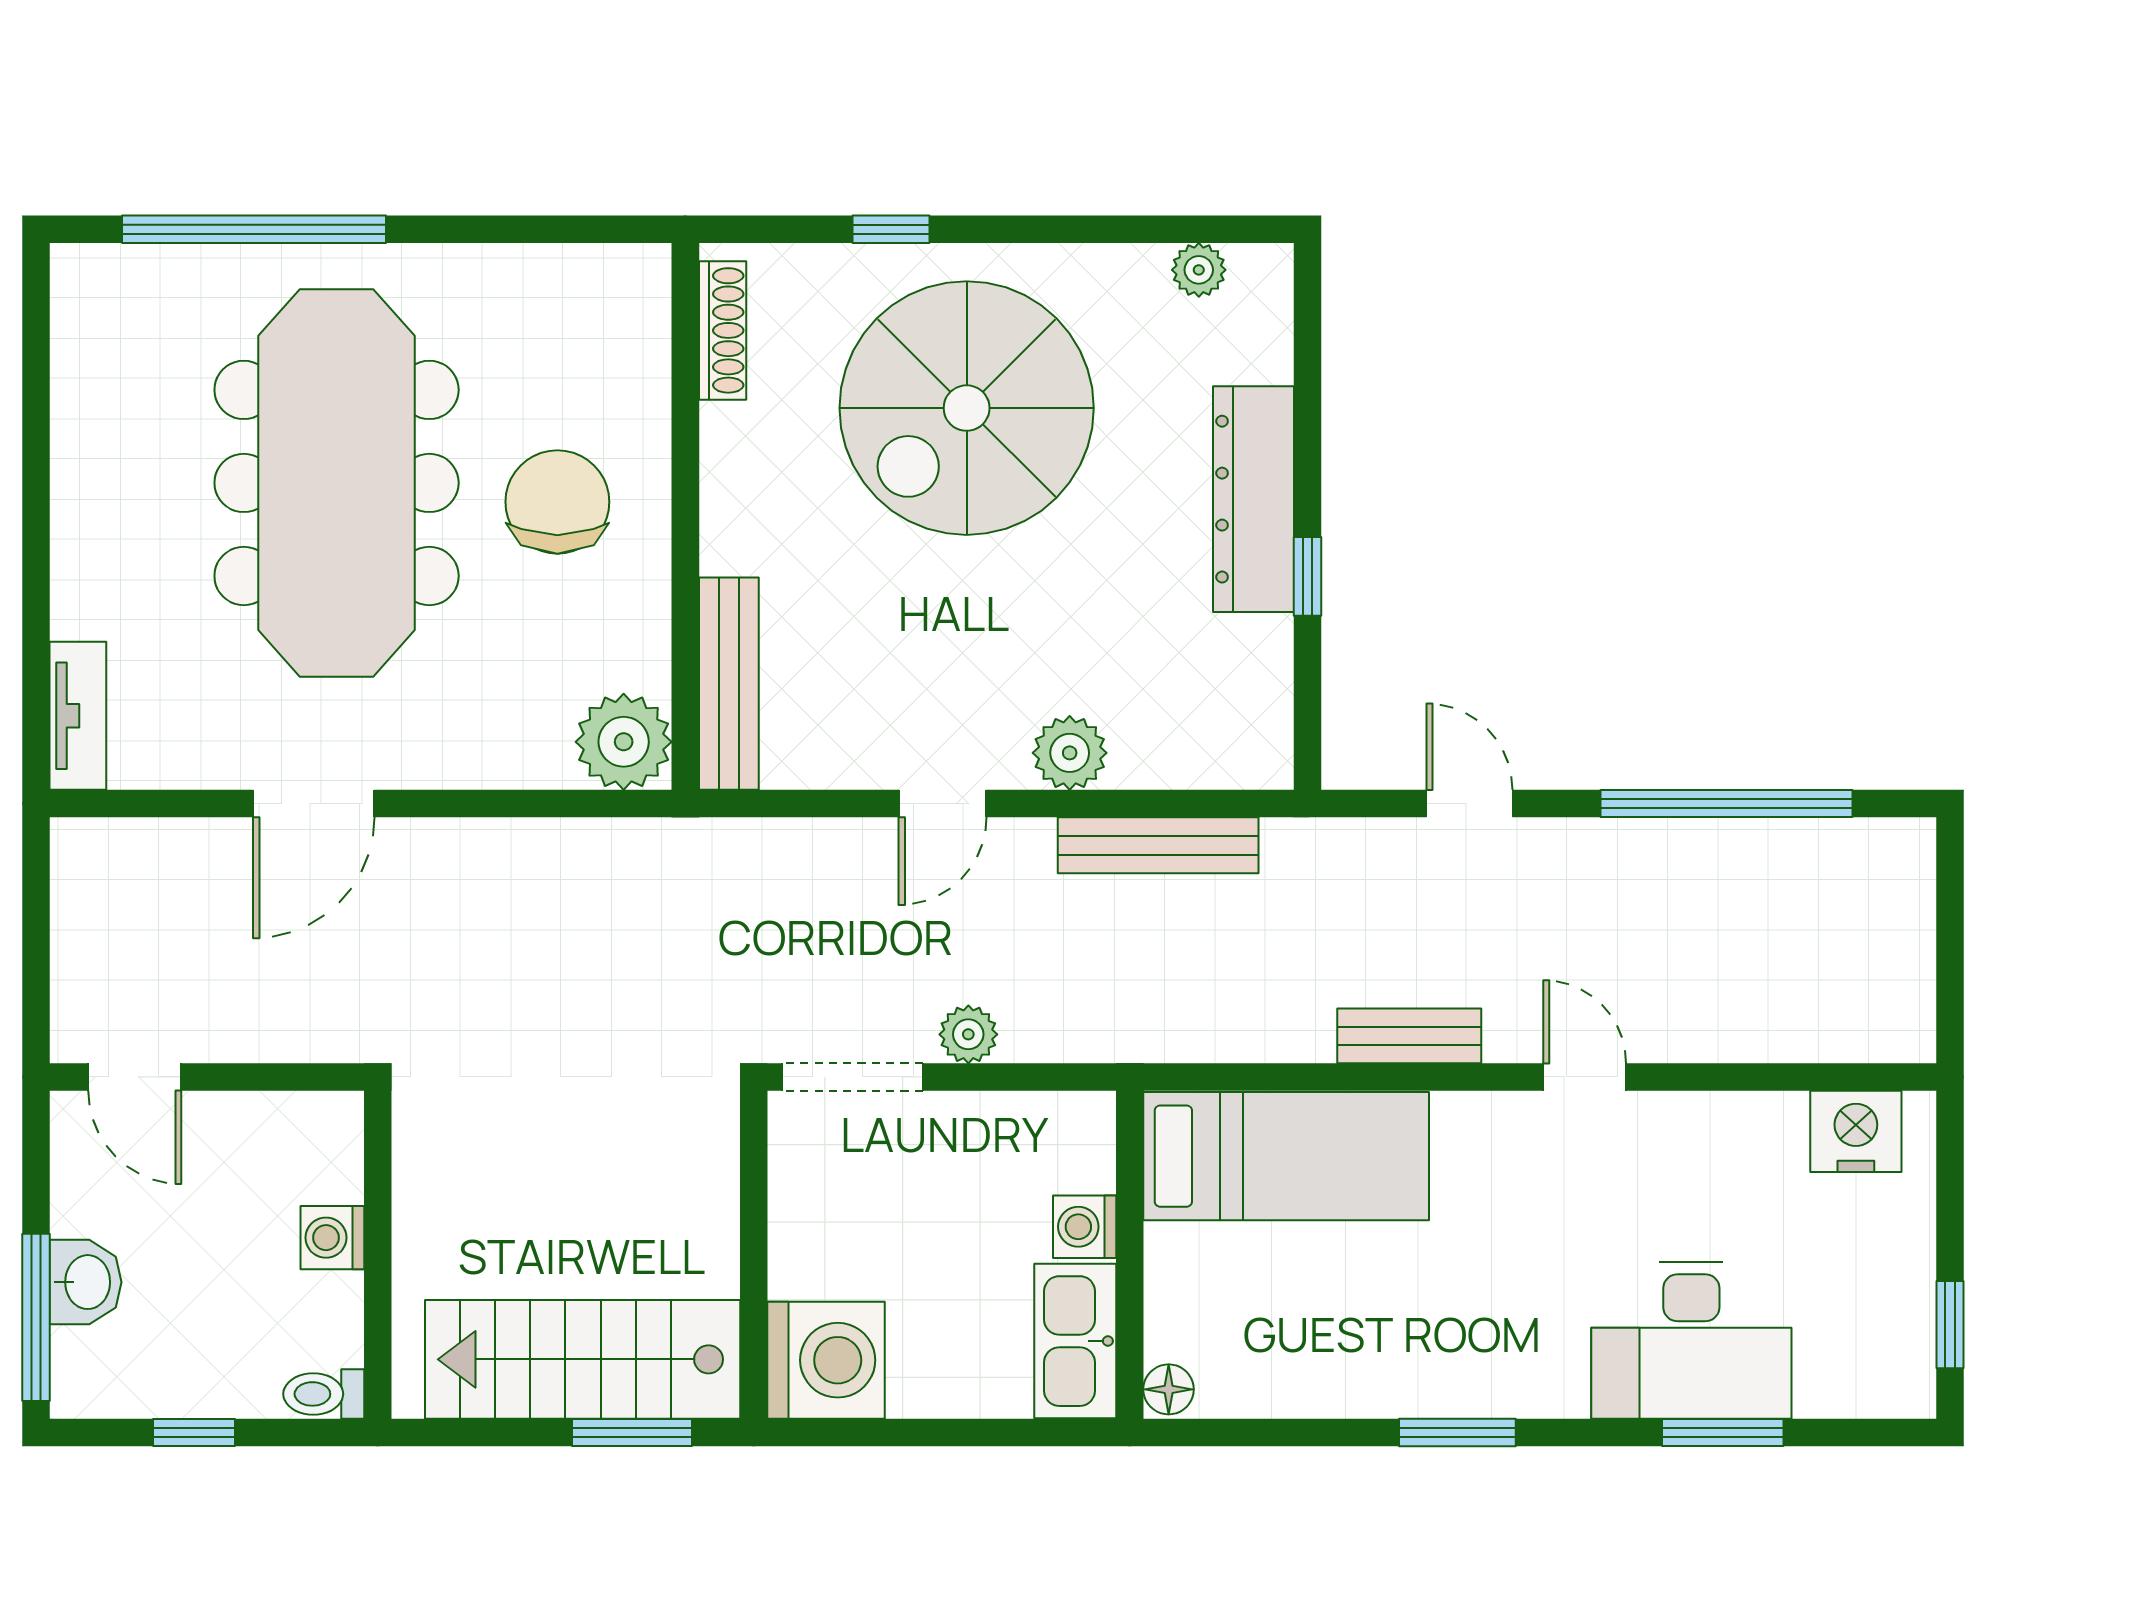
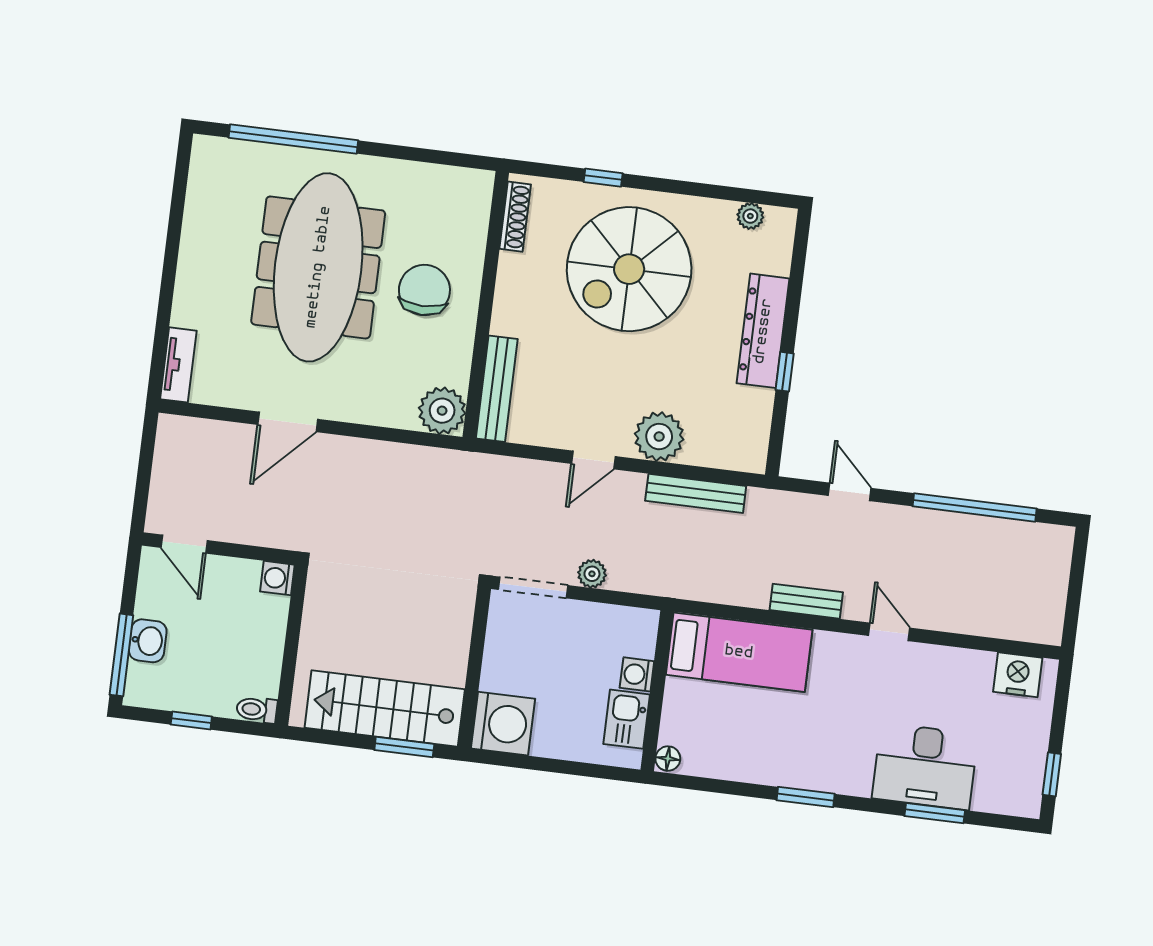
plant: (1070, 753) -> (659, 437), width x1.36, depth x1.36
washing machine: (332, 1238) -> (277, 578), moved
kitchen sink: (1075, 1341) -> (627, 719), width x0.73

